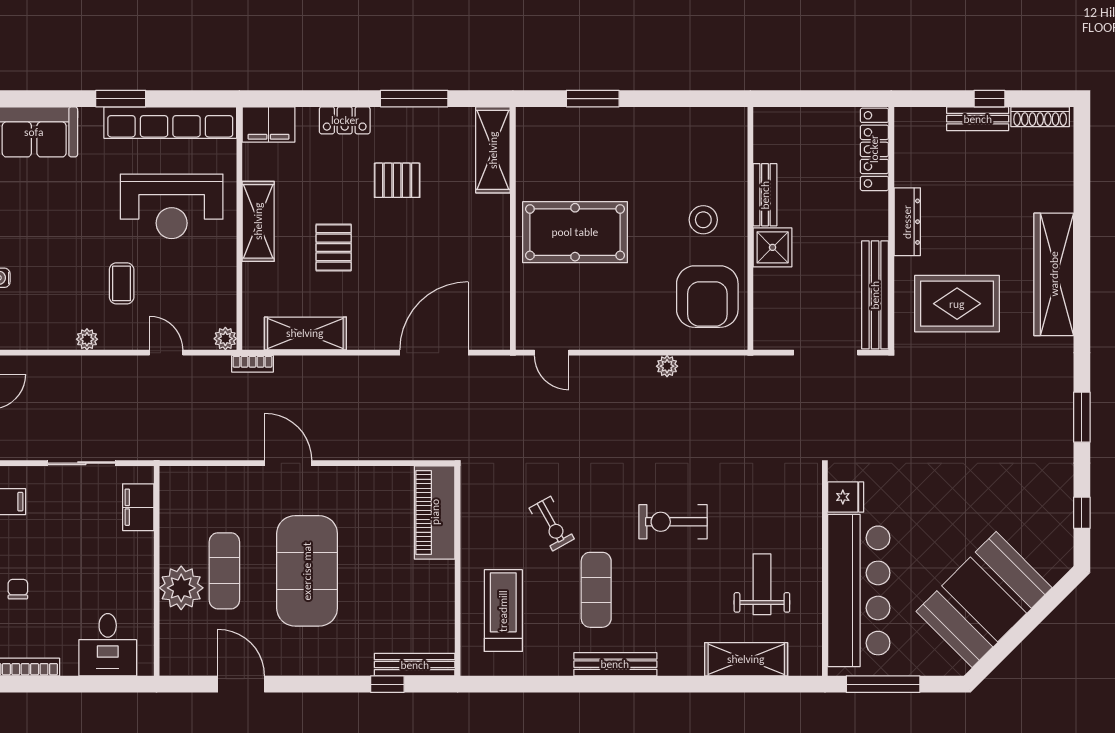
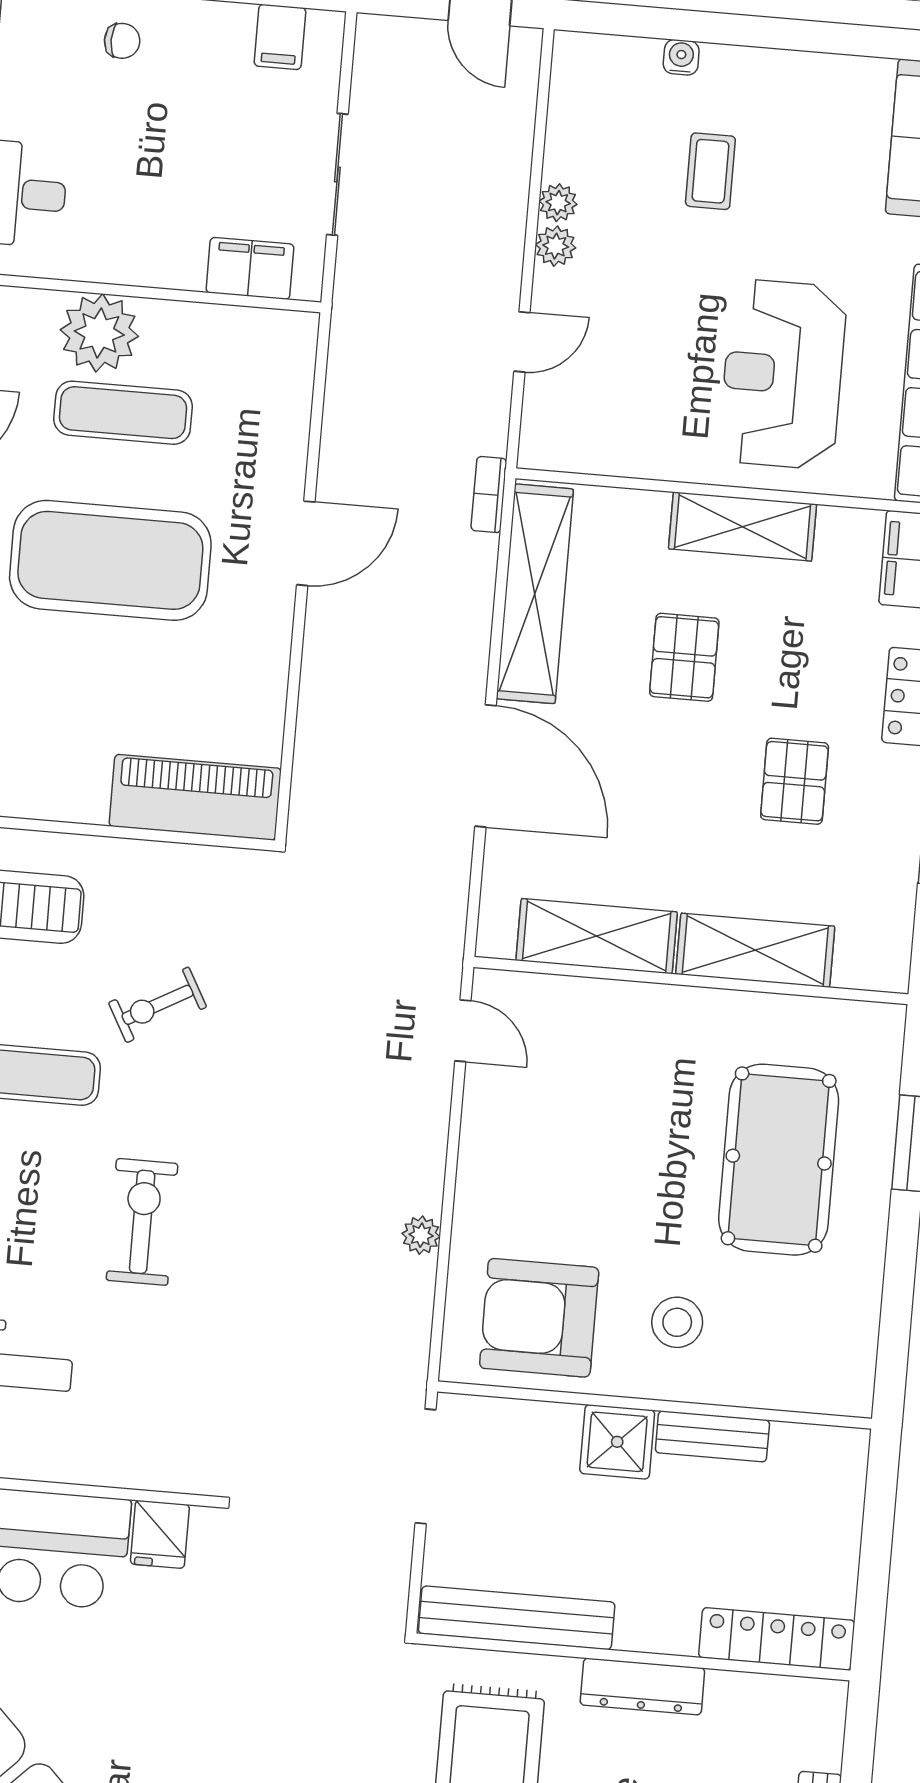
shelving: (493, 150) -> (755, 950), moved
pool table: (575, 232) -> (779, 1160), moved
pallet: (334, 247) -> (684, 657), turned 90
coffee table: (122, 283) -> (710, 171), moved, turned 90
shelving: (493, 283) -> (597, 936), added
shelving: (305, 333) -> (535, 594), width x1.47
plant: (225, 339) -> (556, 246), moved
door: (434, 353) -> (486, 766), moved
door: (552, 353) -> (463, 1031), swing flipped
doorway: (826, 353) -> (426, 1466), moved

